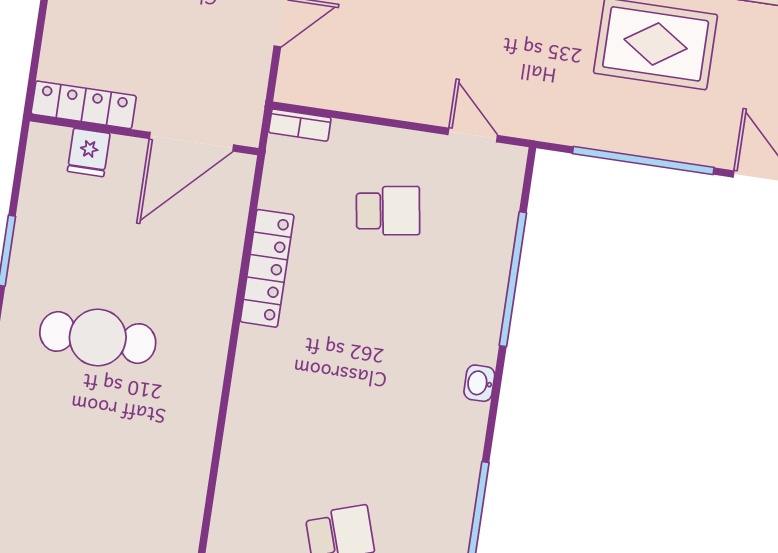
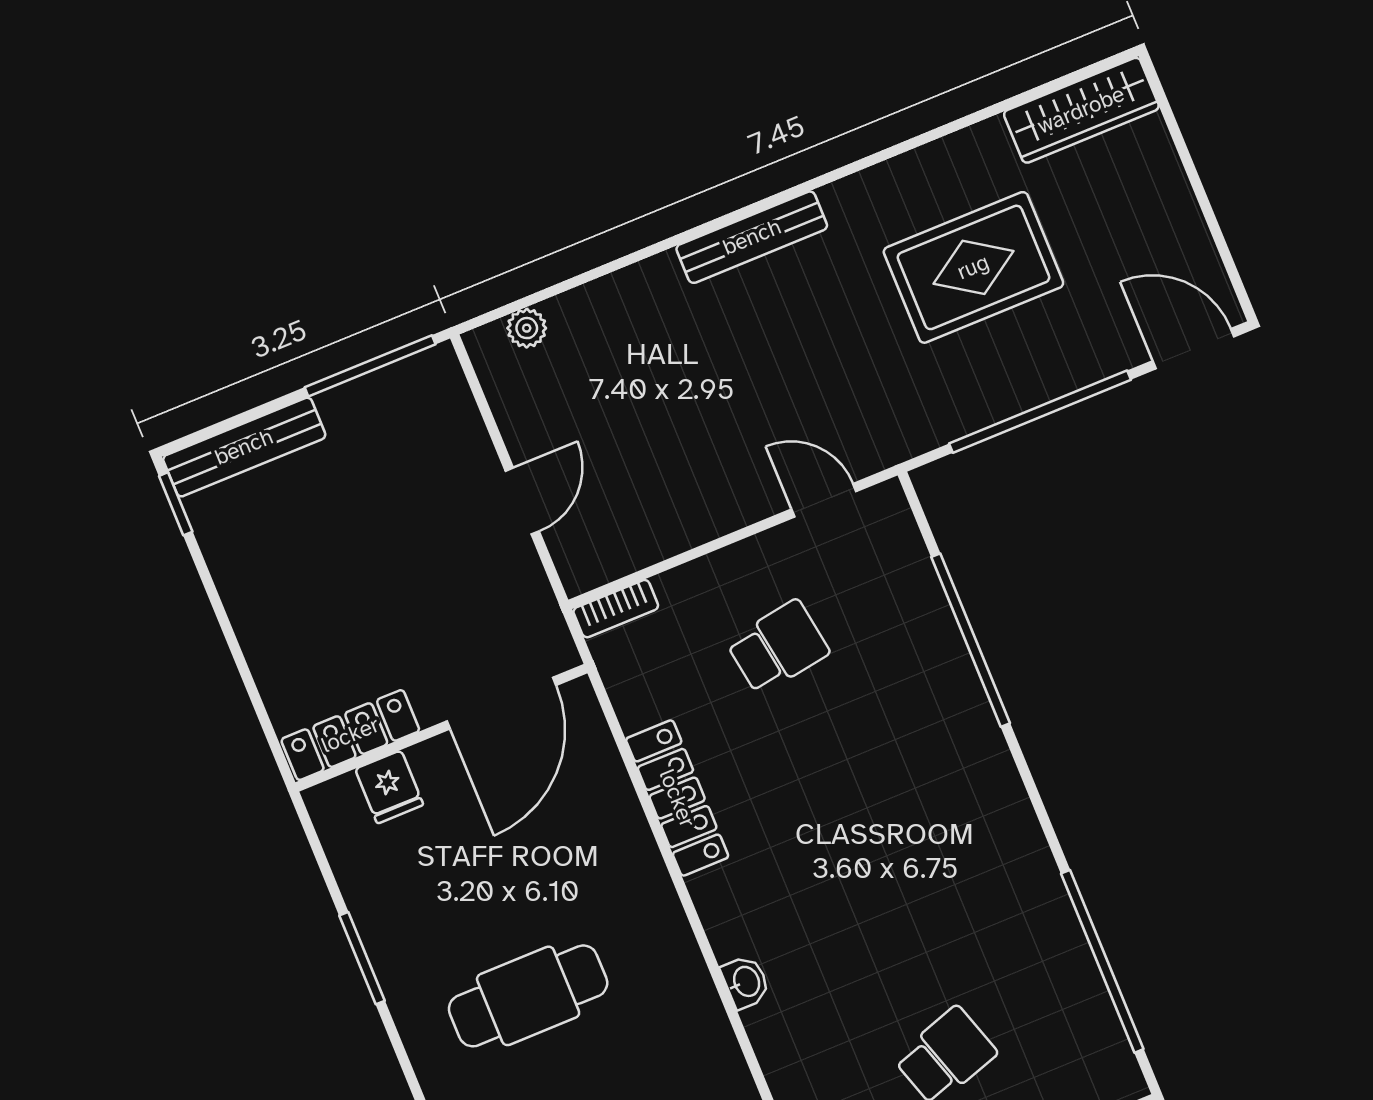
washbasin: (479, 383) -> (746, 982), moved, turned 180

